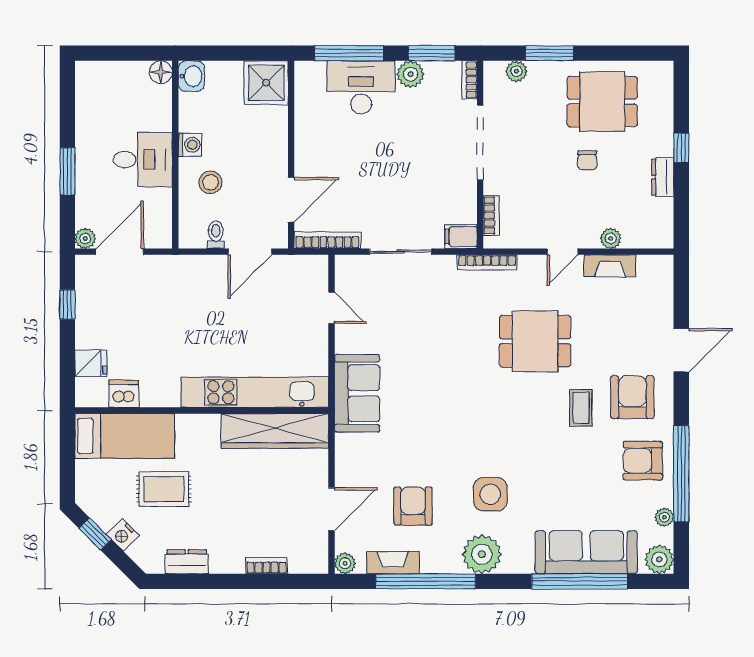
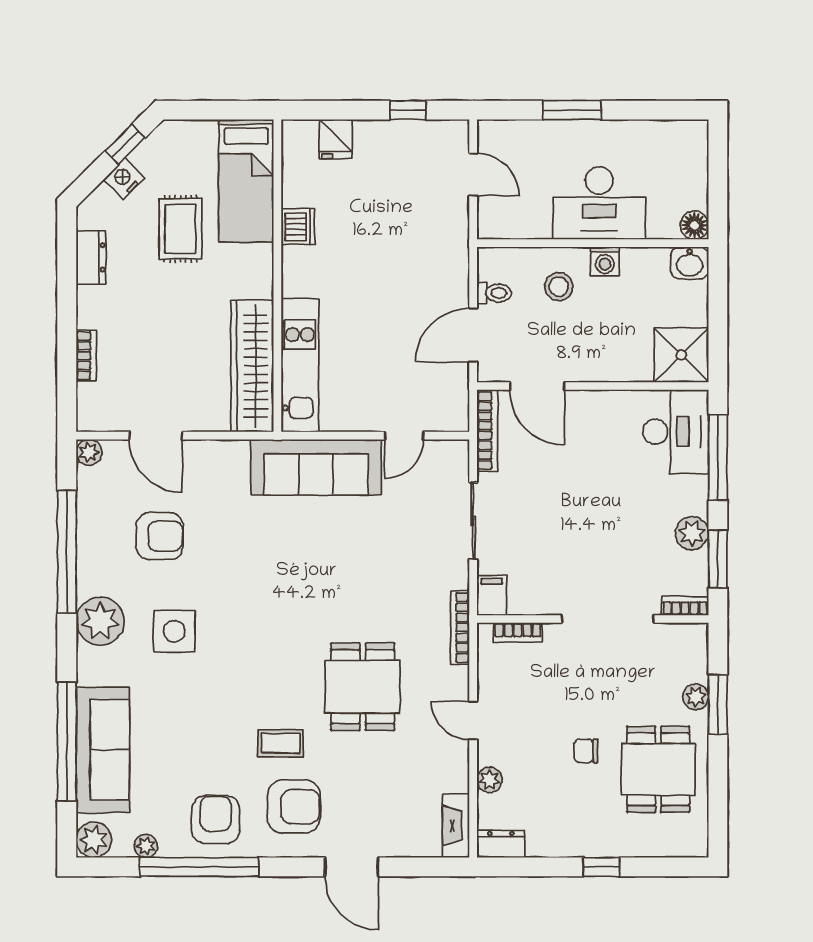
plant: (516, 71) -> (696, 697), moved
desk: (361, 87) -> (676, 432), moved
desk: (143, 160) -> (599, 203), width x1.37
dresser: (663, 177) -> (501, 844), moved
plant: (85, 238) -> (489, 132), removed
door: (120, 252) -> (473, 175), width x0.73
door: (250, 252) -> (473, 335), hinge flipped
fireplace: (610, 266) -> (456, 826), moved
kitchen unit: (255, 392) -> (300, 365), width x0.73
sofa: (357, 393) -> (316, 467), width x1.36
dishwasher: (124, 394) -> (298, 227), moved
fireplace: (393, 563) -> (90, 511), removed

